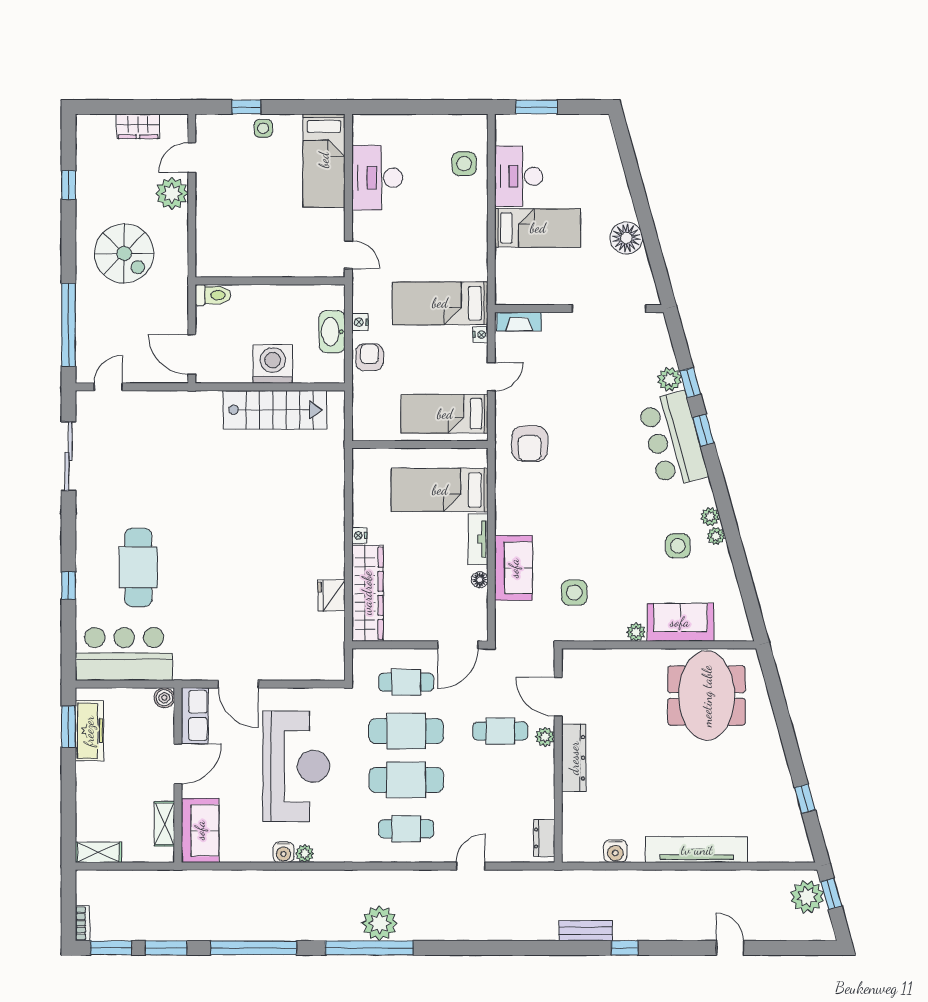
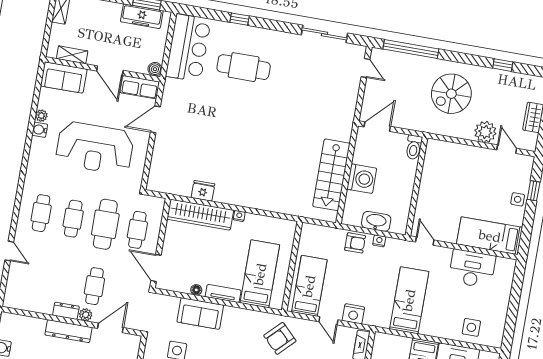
door: (348, 255) -> (425, 241), swing flipped
bed: (440, 303) -> (409, 300), moved
nightstand: (480, 334) -> (353, 314), width x1.89, depth x1.79
armchair: (530, 444) -> (280, 338), turned -45
cafe table: (406, 780) -> (73, 219), width x0.73, depth x0.74
dresser: (544, 838) -> (66, 311), moved
plant: (305, 854) -> (41, 116), moved

